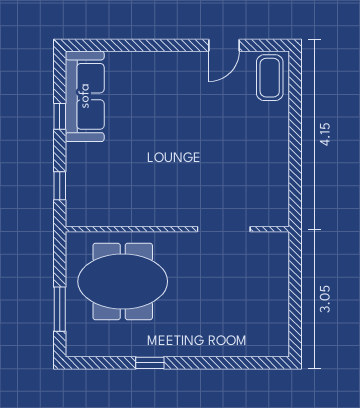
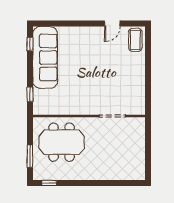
sofa: (85, 96) -> (45, 57), width x1.36, depth x1.27
window: (60, 116) -> (30, 44), moved
window: (150, 363) -> (49, 183), moved

